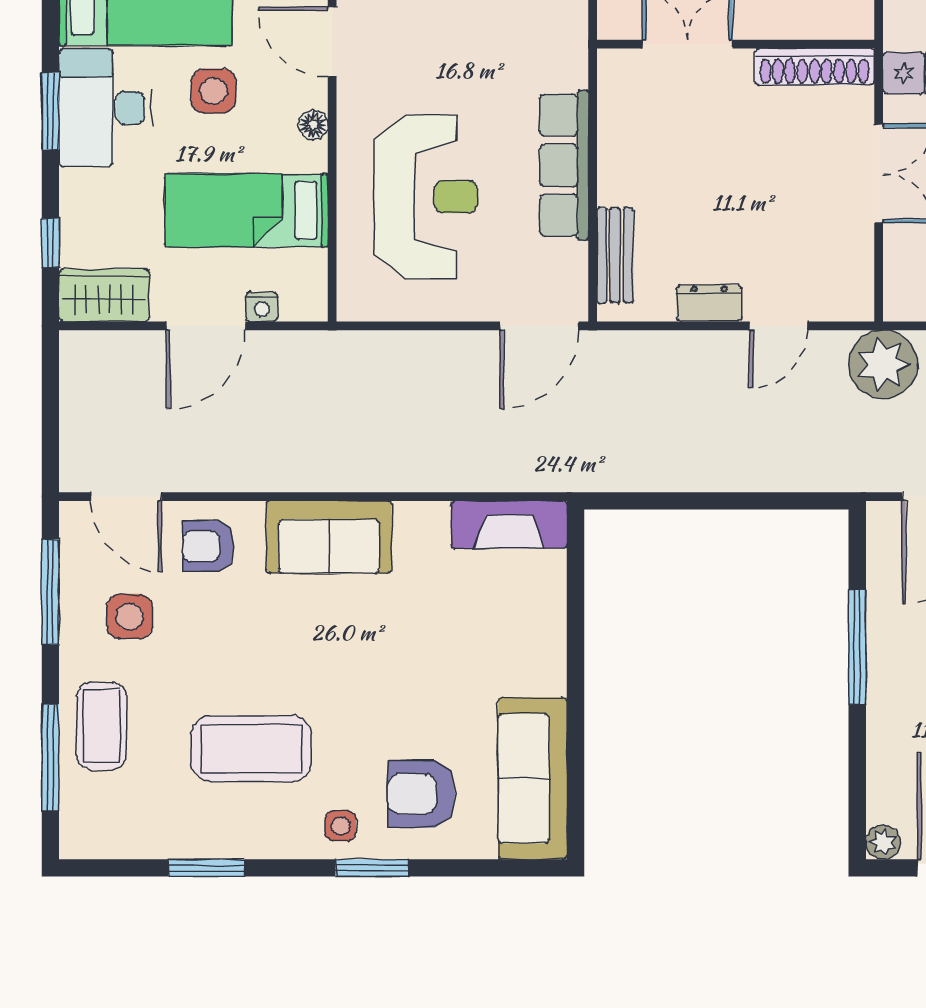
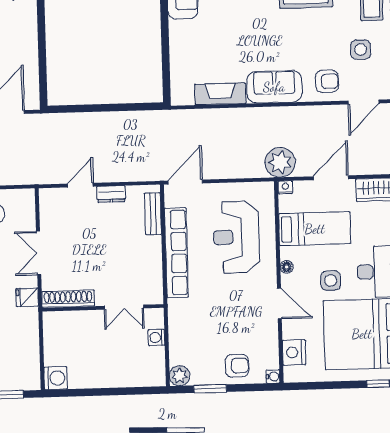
row of seats: (564, 165) -> (176, 253), width x1.36
nightstand: (262, 307) -> (285, 187), moved
plant: (883, 364) -> (280, 162), moved
door: (126, 497) -> (364, 102), swing flipped
fireplace: (509, 525) -> (220, 94), moved
window: (857, 647) -> (42, 46), removed

